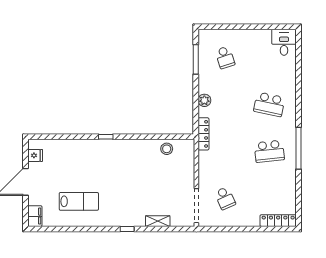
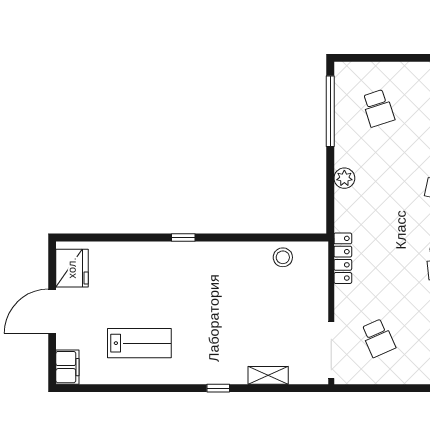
window: (196, 59) -> (330, 111), width x1.46
locker: (203, 134) -> (343, 258), moved
fridge: (35, 155) -> (72, 268), width x1.88, depth x1.34

